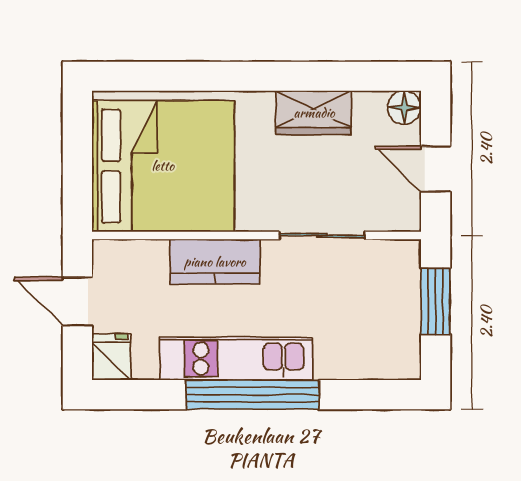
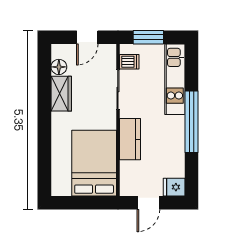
floor lamp: (404, 108) -> (59, 67), moved
bed: (163, 166) -> (94, 163), width x0.73
dishwasher: (382, 260) -> (129, 62), added
kitchen unit: (236, 359) -> (175, 79), moved

